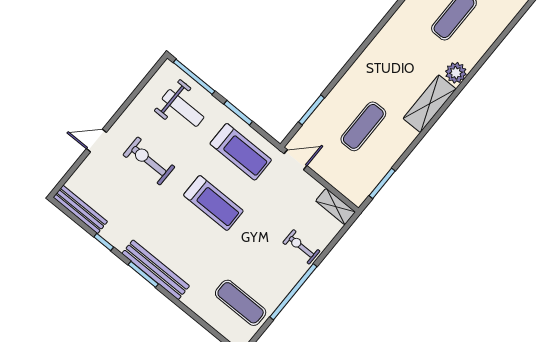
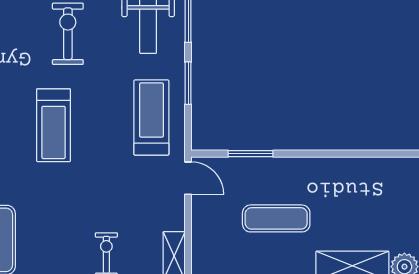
treadmill: (241, 152) -> (151, 117), turned 180
treadmill: (213, 203) -> (54, 125), moved

